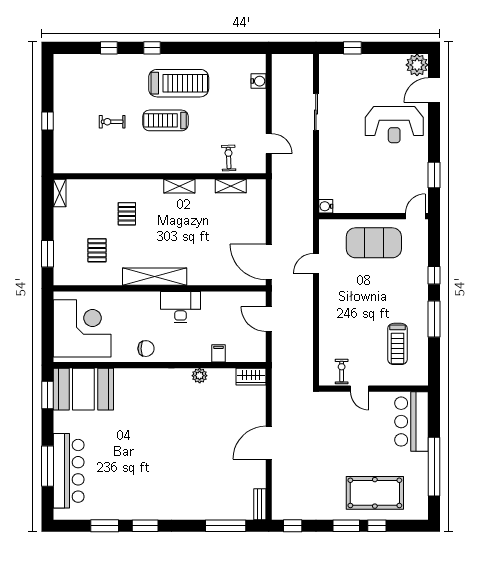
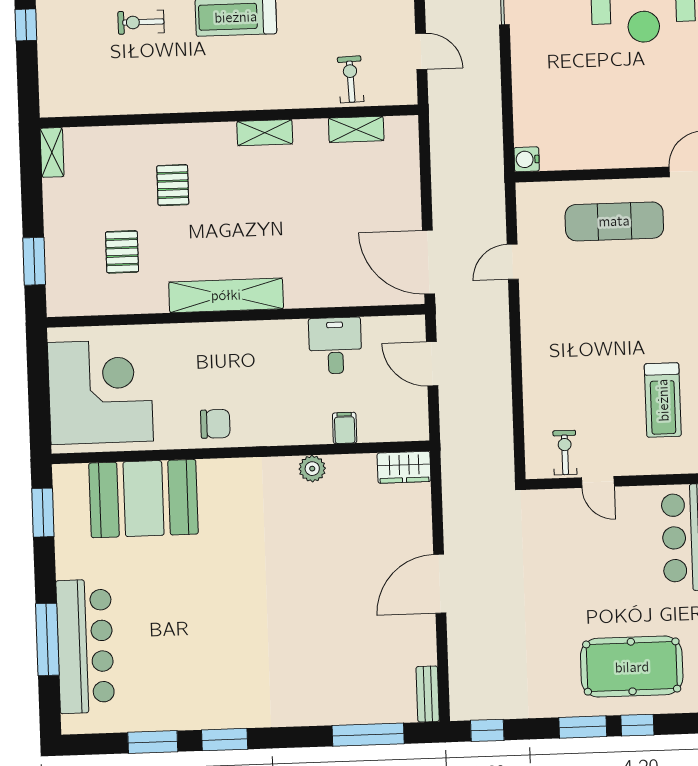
exercise mat: (374, 243) -> (614, 221), width x0.68
desk: (180, 307) -> (335, 346), moved, width x0.73
booth: (83, 389) -> (144, 499), moved

